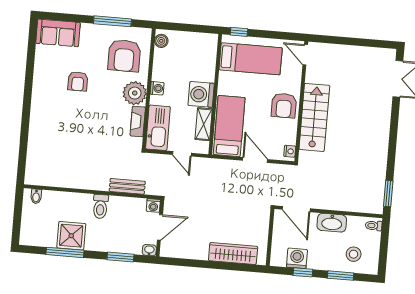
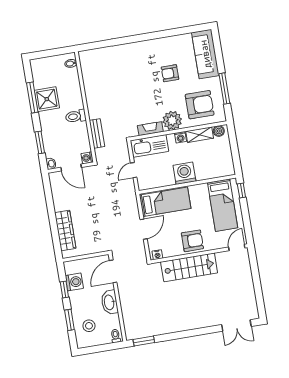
sofa: (58, 33) -> (205, 54), width x1.36
armchair: (124, 56) -> (200, 105), turned 180
armchair: (284, 105) -> (192, 241), turned 180
shelving: (204, 124) -> (200, 135), moved

